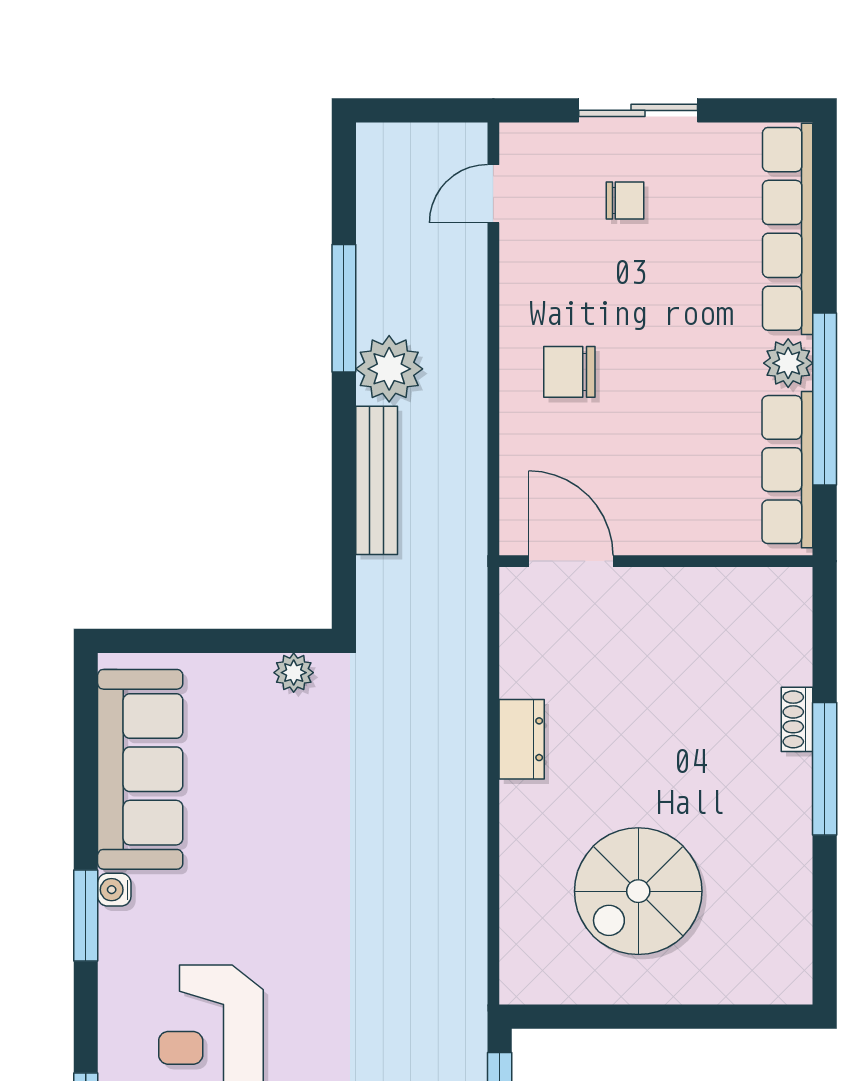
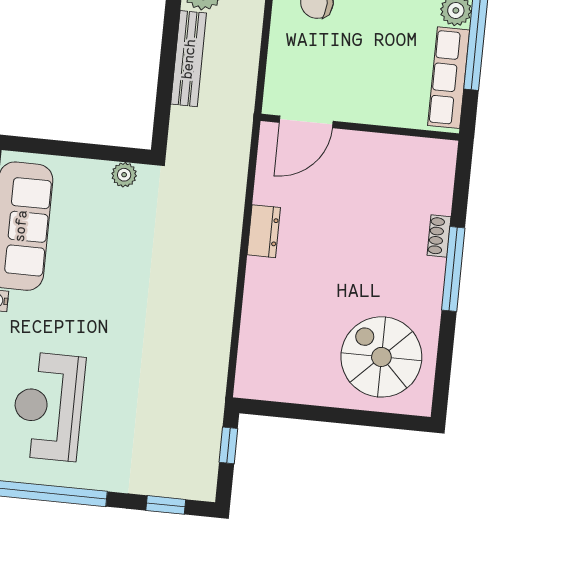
door: (571, 561) -> (306, 122), swing flipped
spiral stairs: (638, 891) -> (381, 357), moved, turned 90

